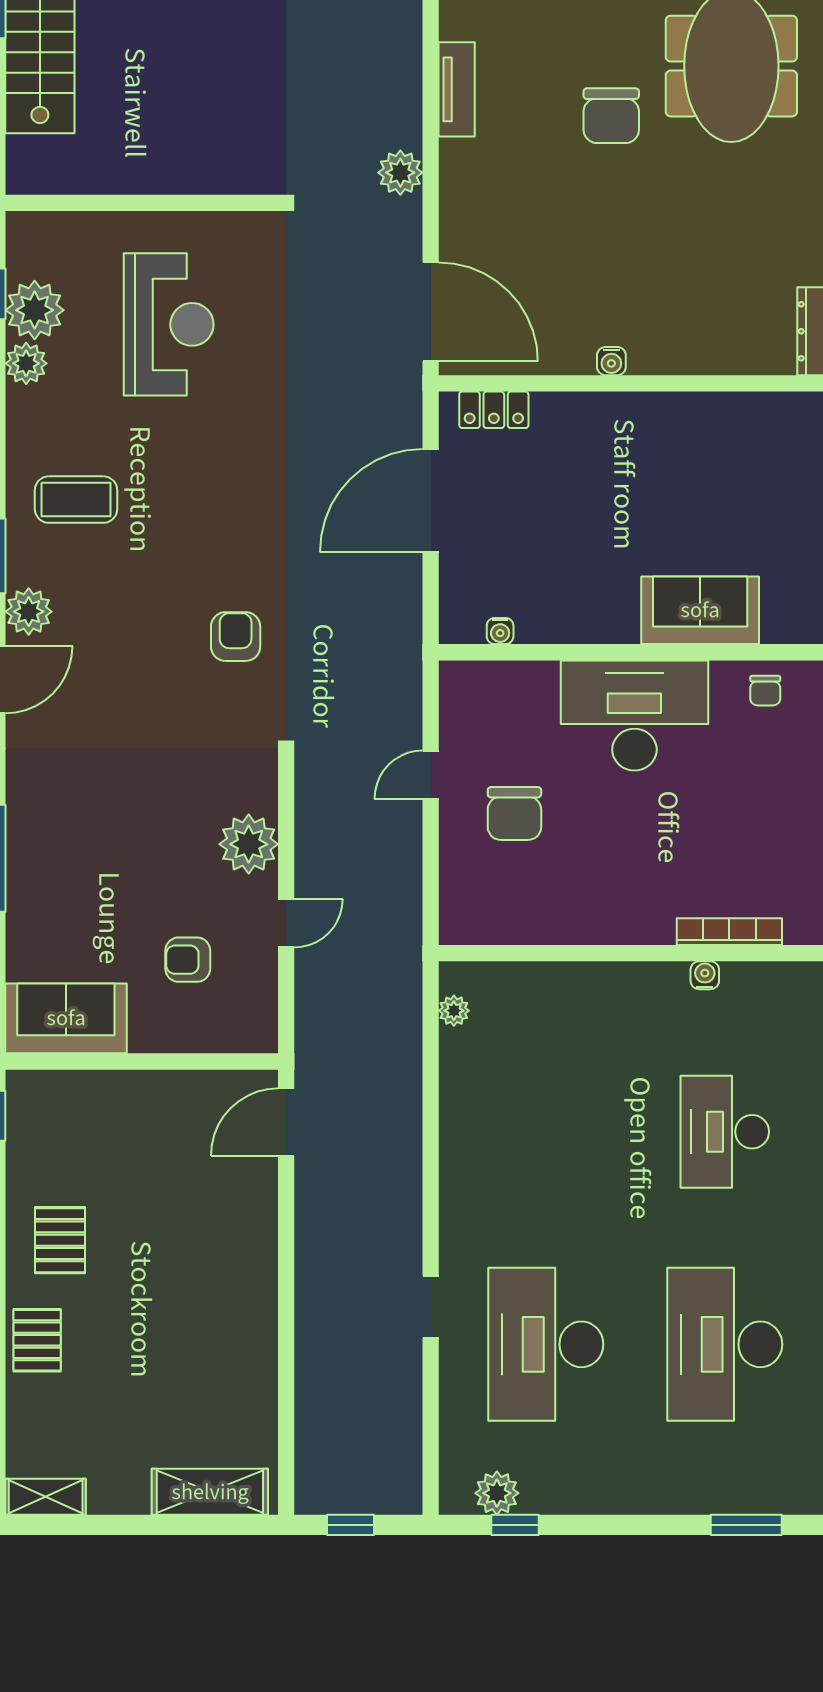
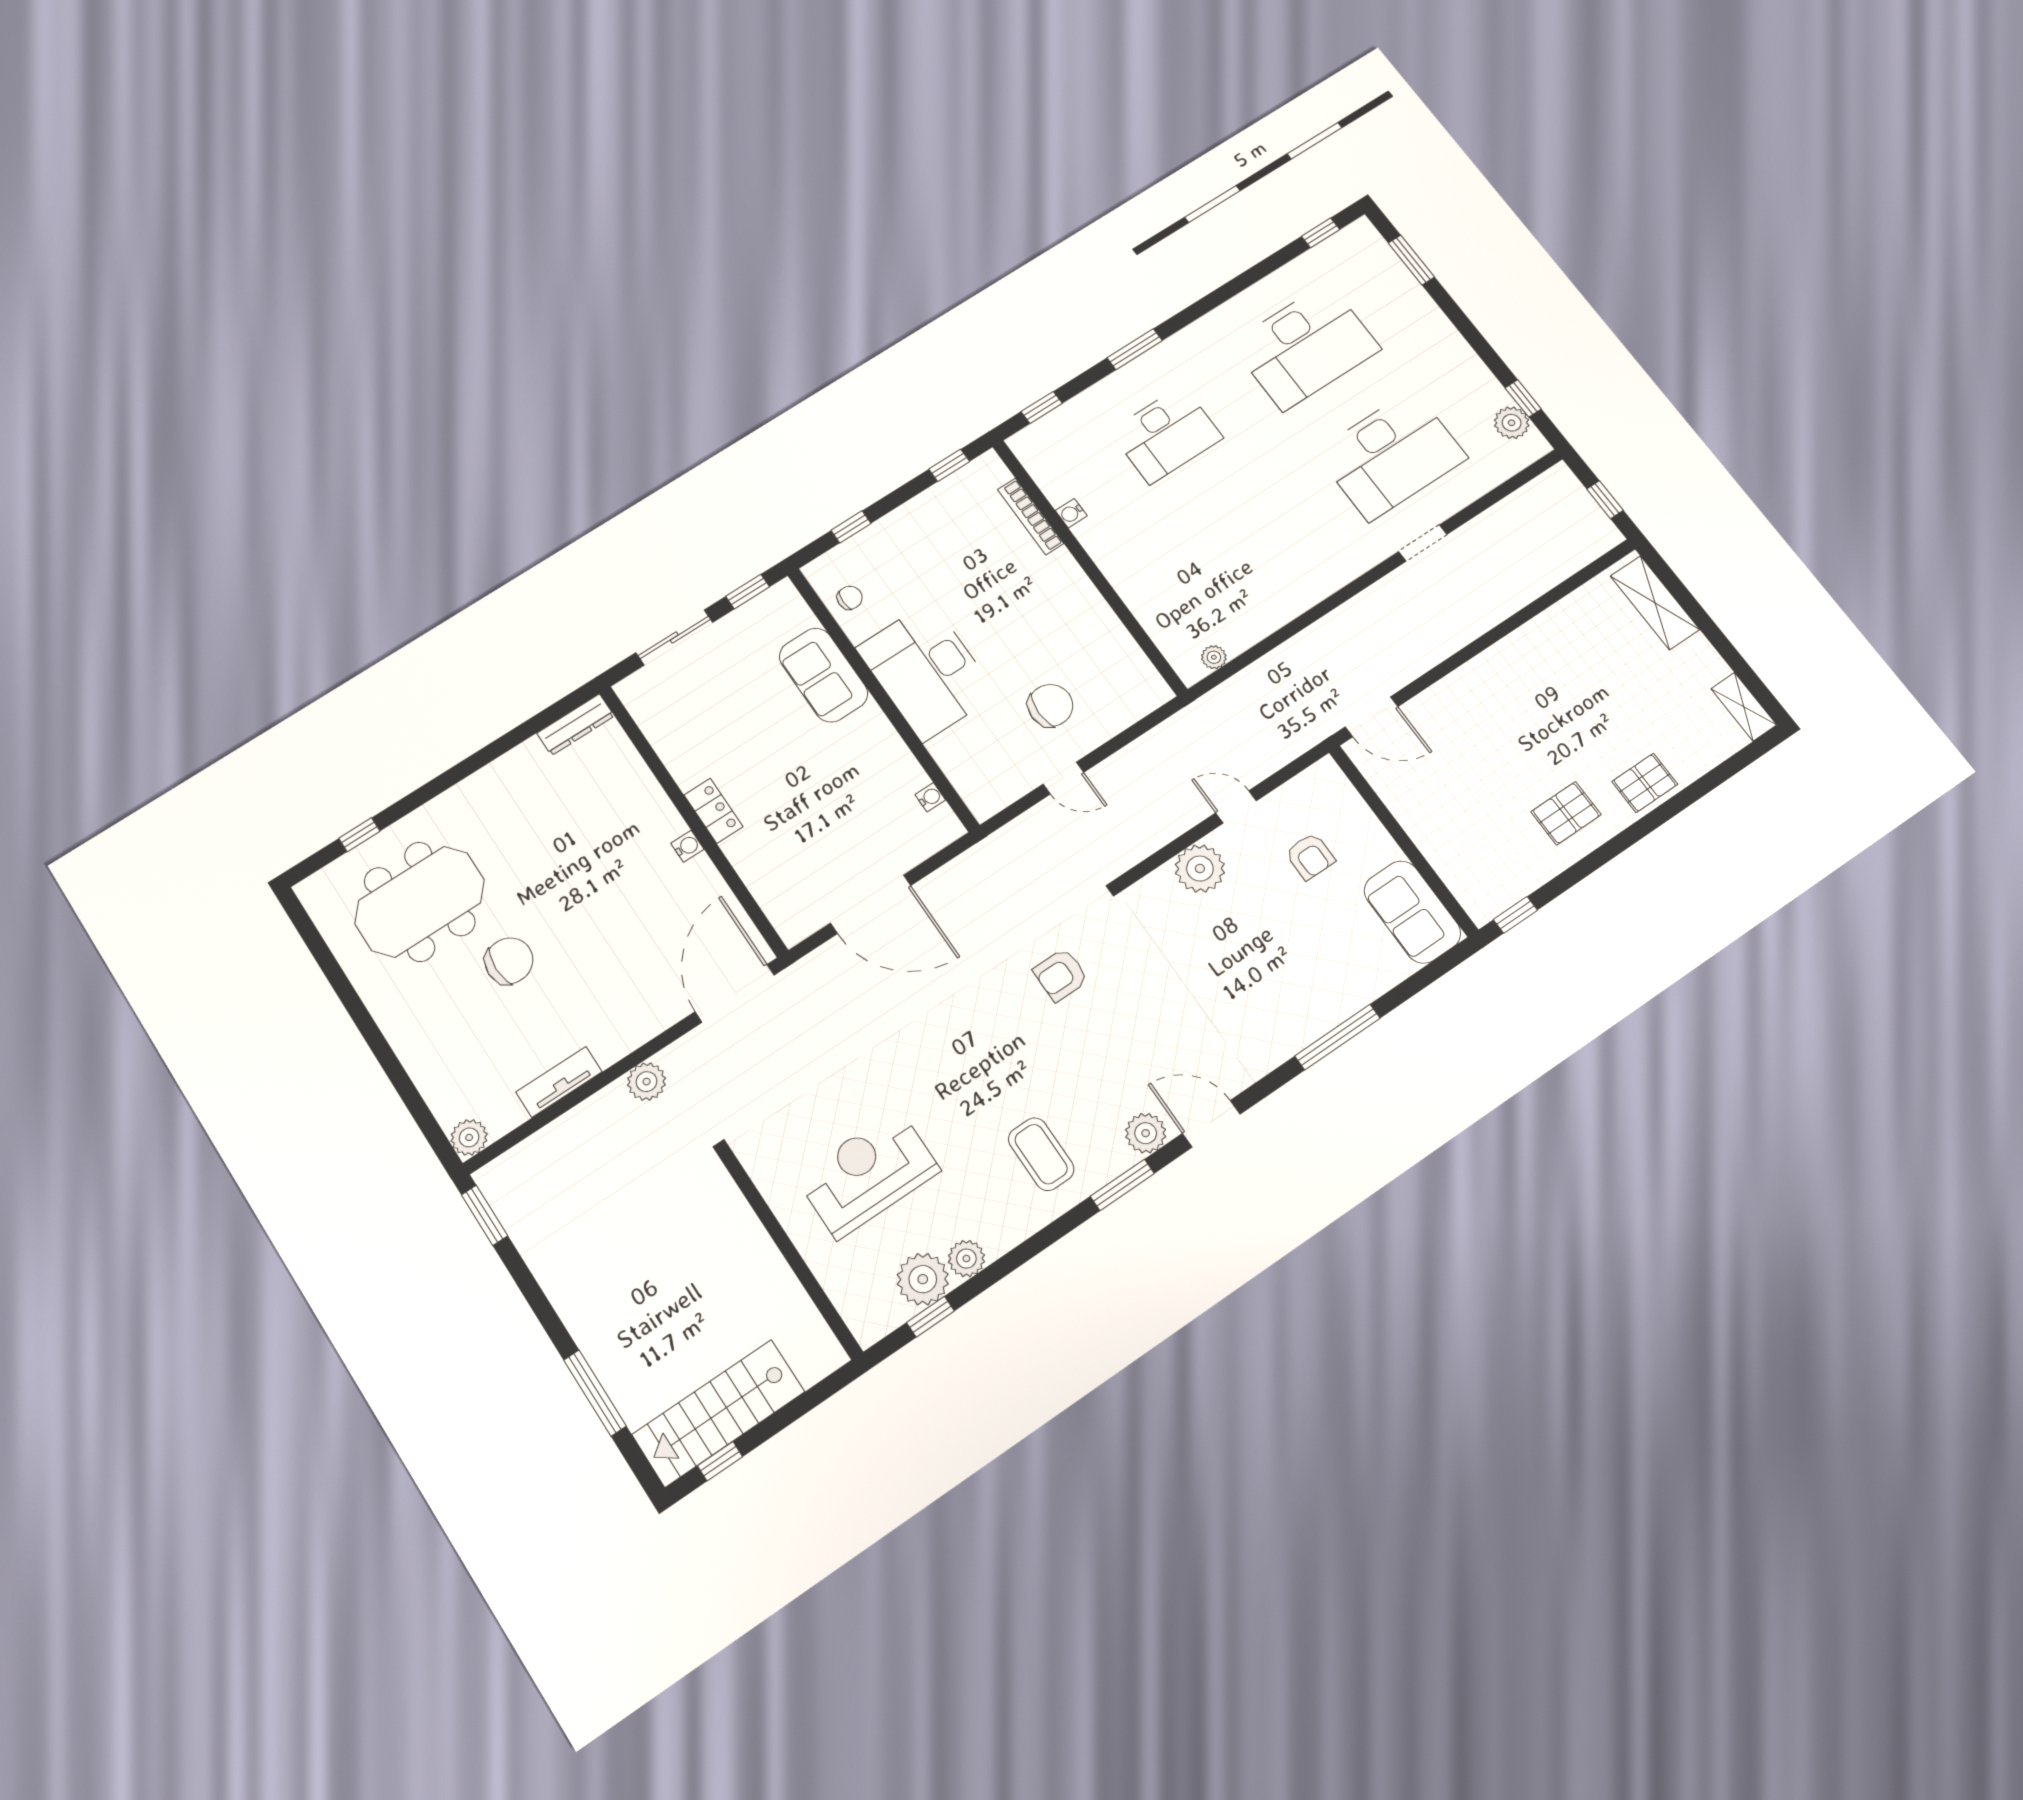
locker: (494, 410) -> (713, 811), moved

